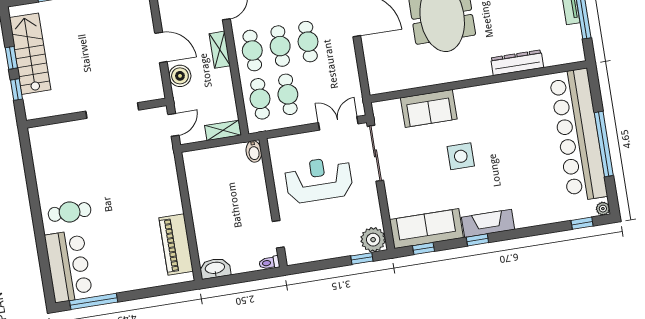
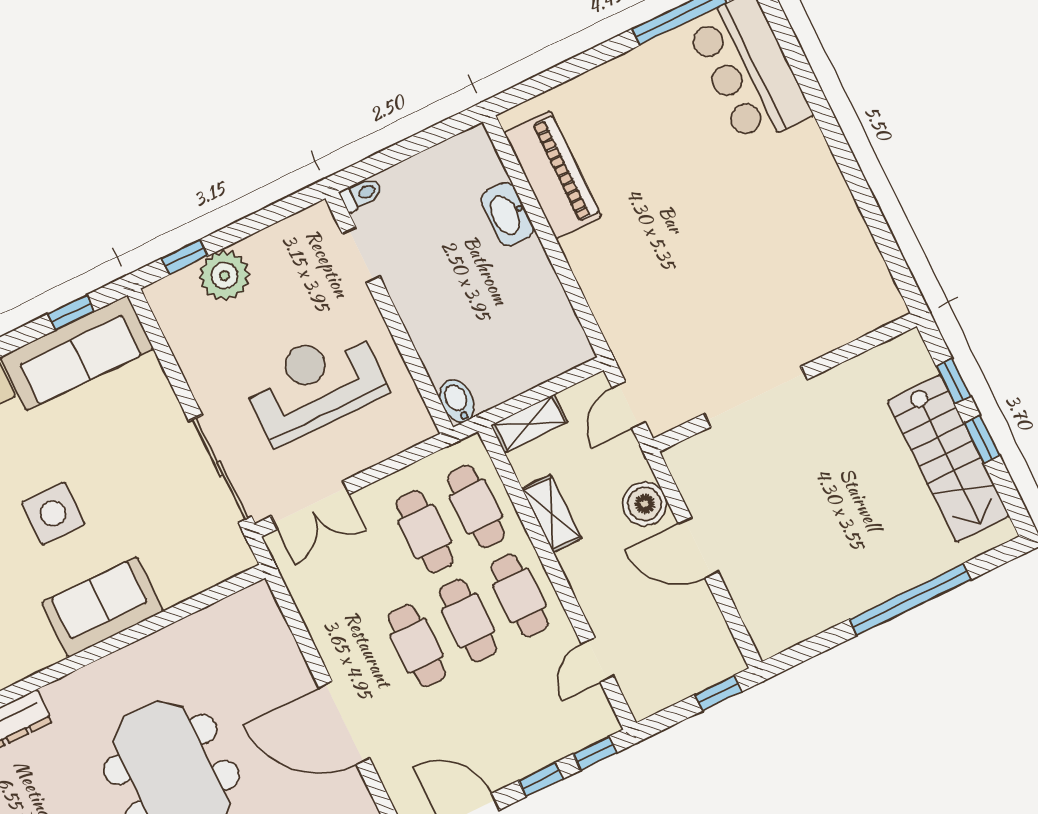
shelving: (220, 50) -> (552, 513), moved
sofa: (429, 108) -> (103, 607), moved
reception desk: (319, 180) -> (315, 384), turned 180
cafe table: (70, 212) -> (779, 175), removed
plant: (373, 240) -> (225, 276), moved
washbasin: (215, 268) -> (507, 214), moved, turned 90

